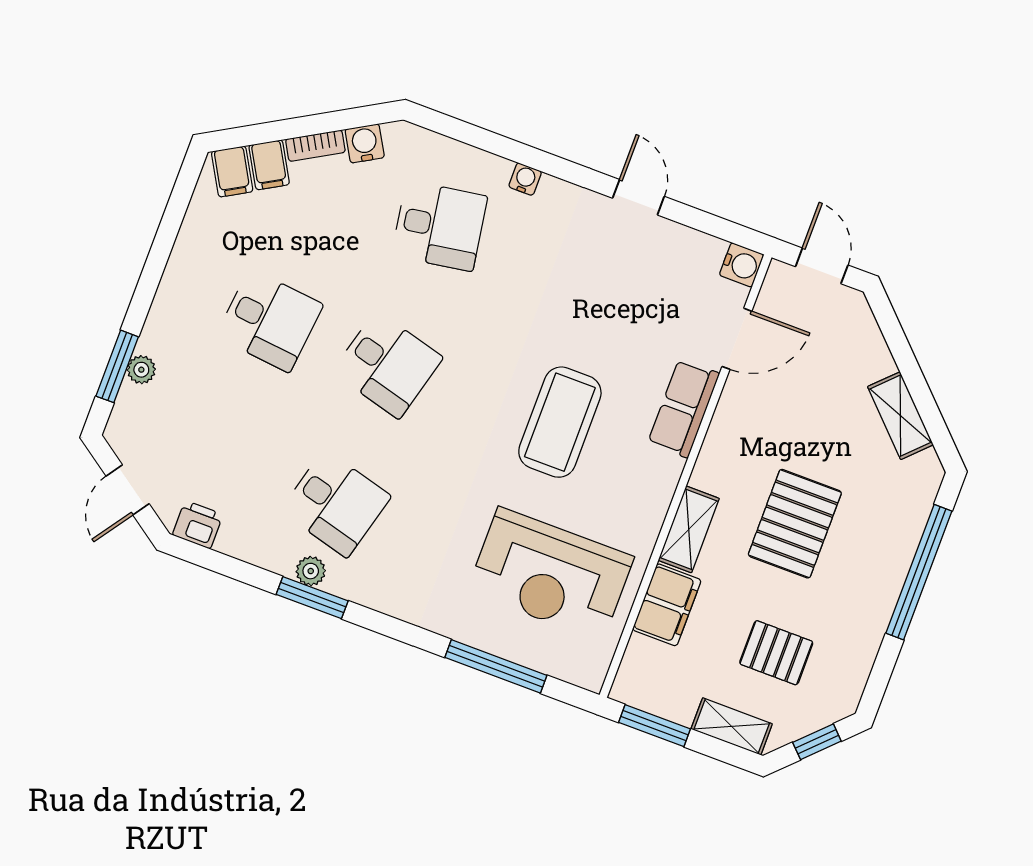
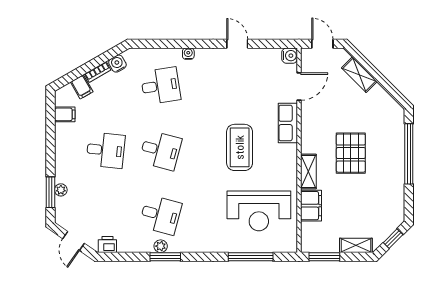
filing cabinet: (232, 171) -> (65, 114), moved, turned -60
shelving: (900, 416) -> (359, 75), moved
pallet: (776, 653) -> (363, 209), removed

